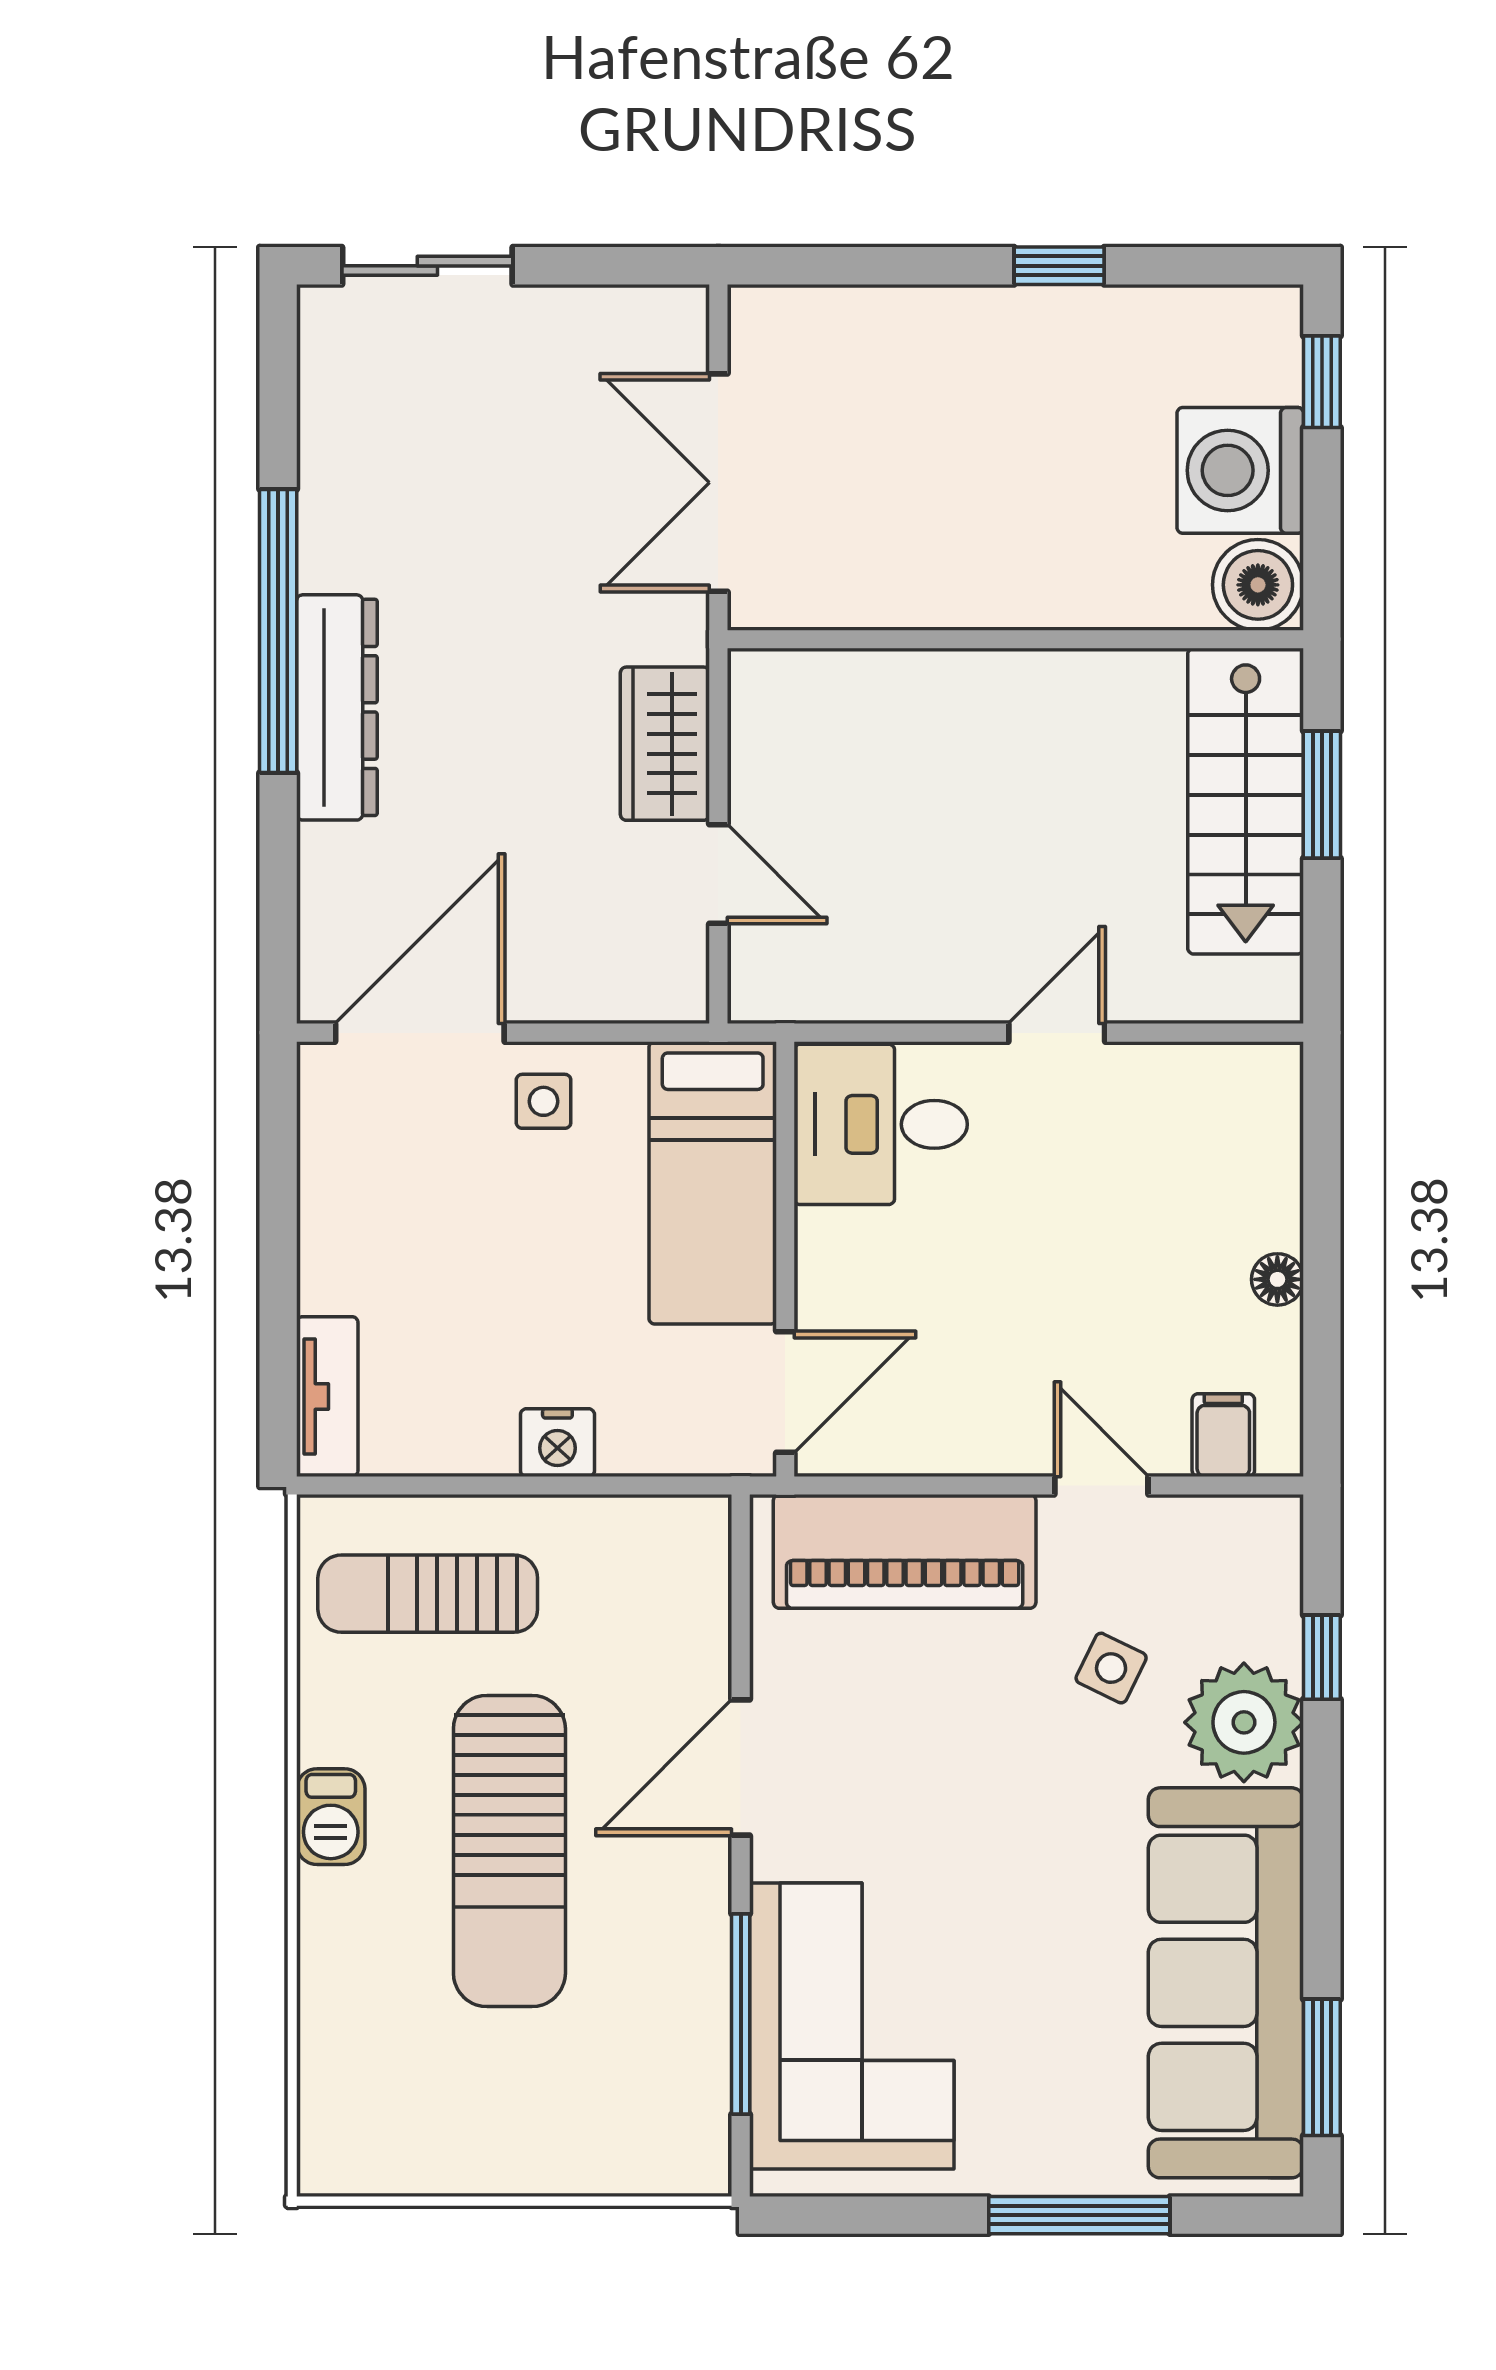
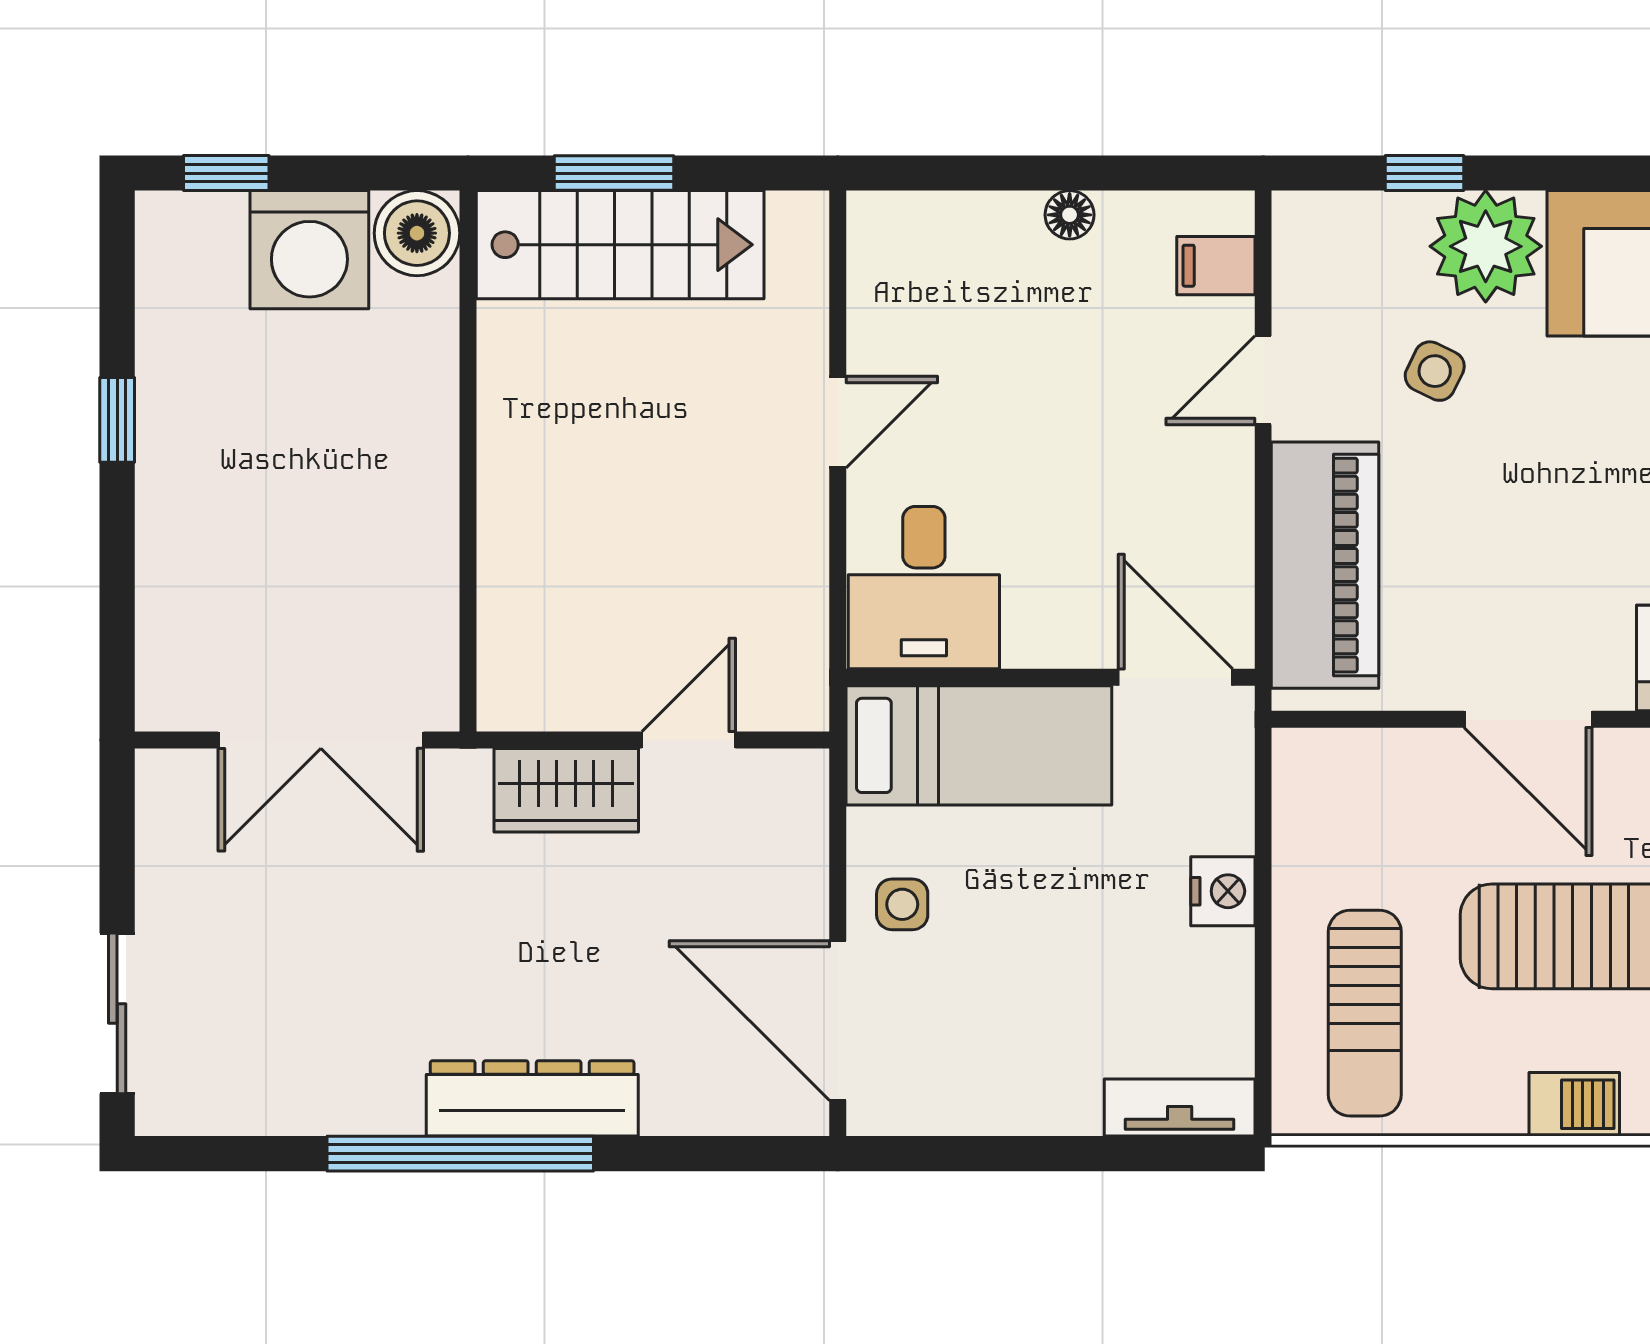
door: (1057, 1033) -> (838, 422), swing flipped

